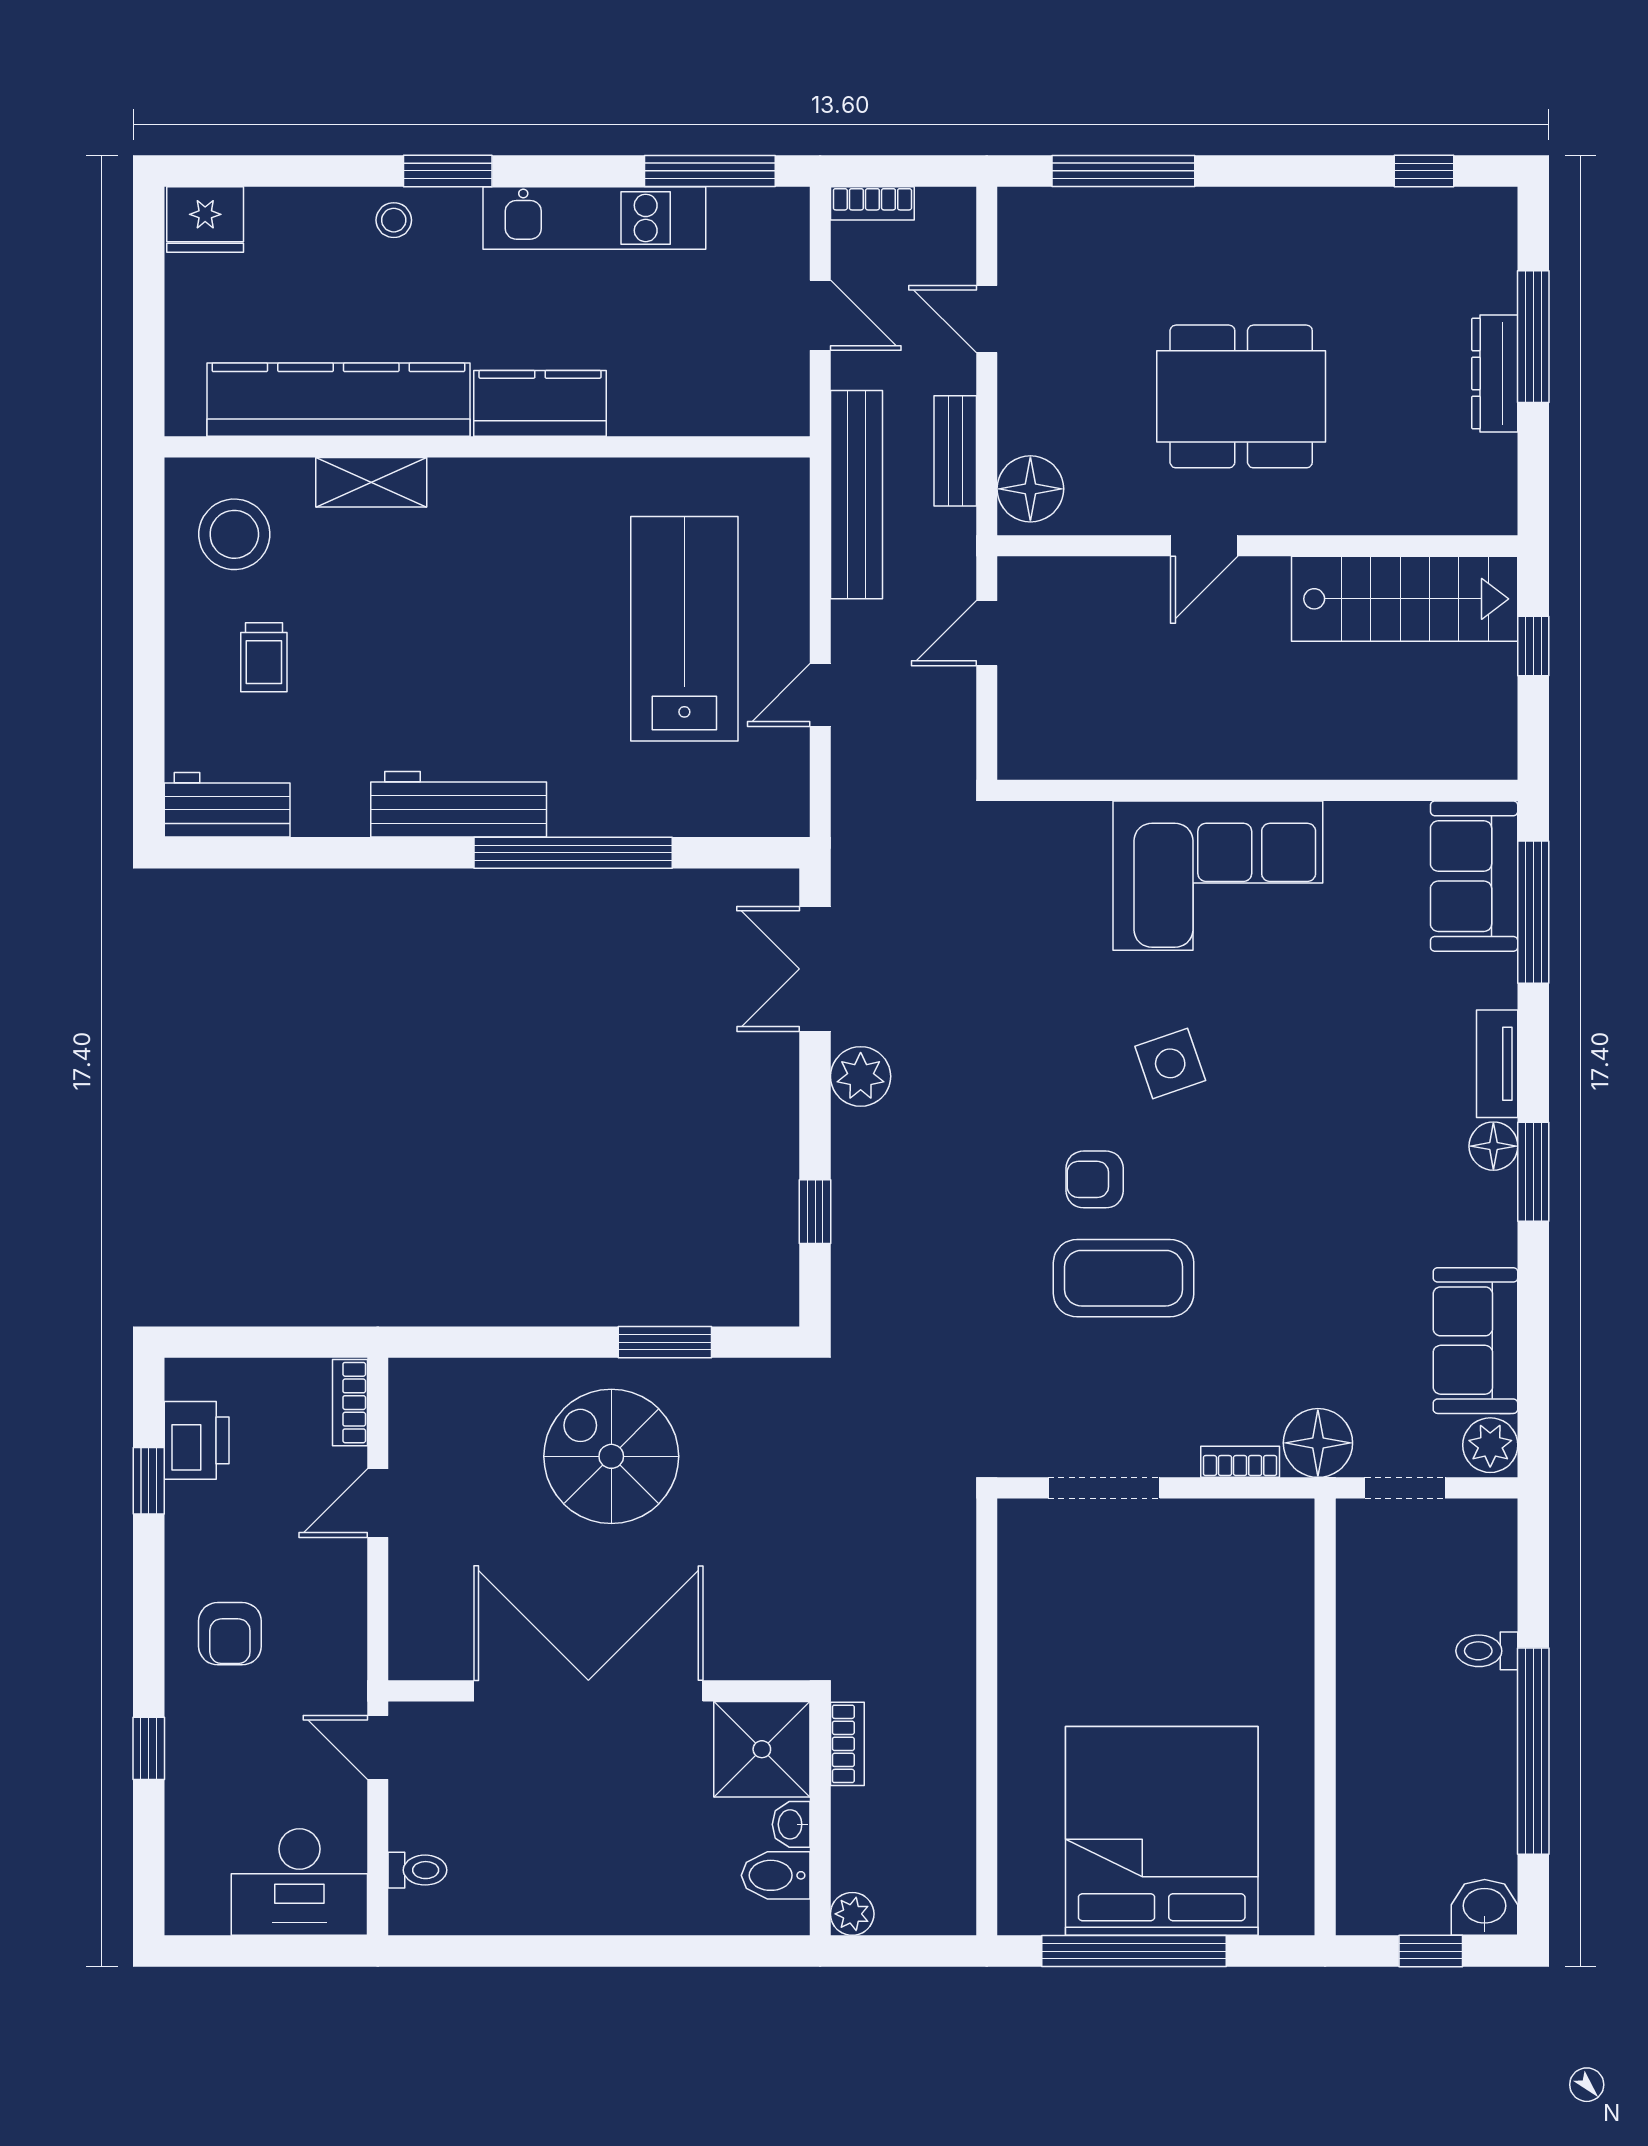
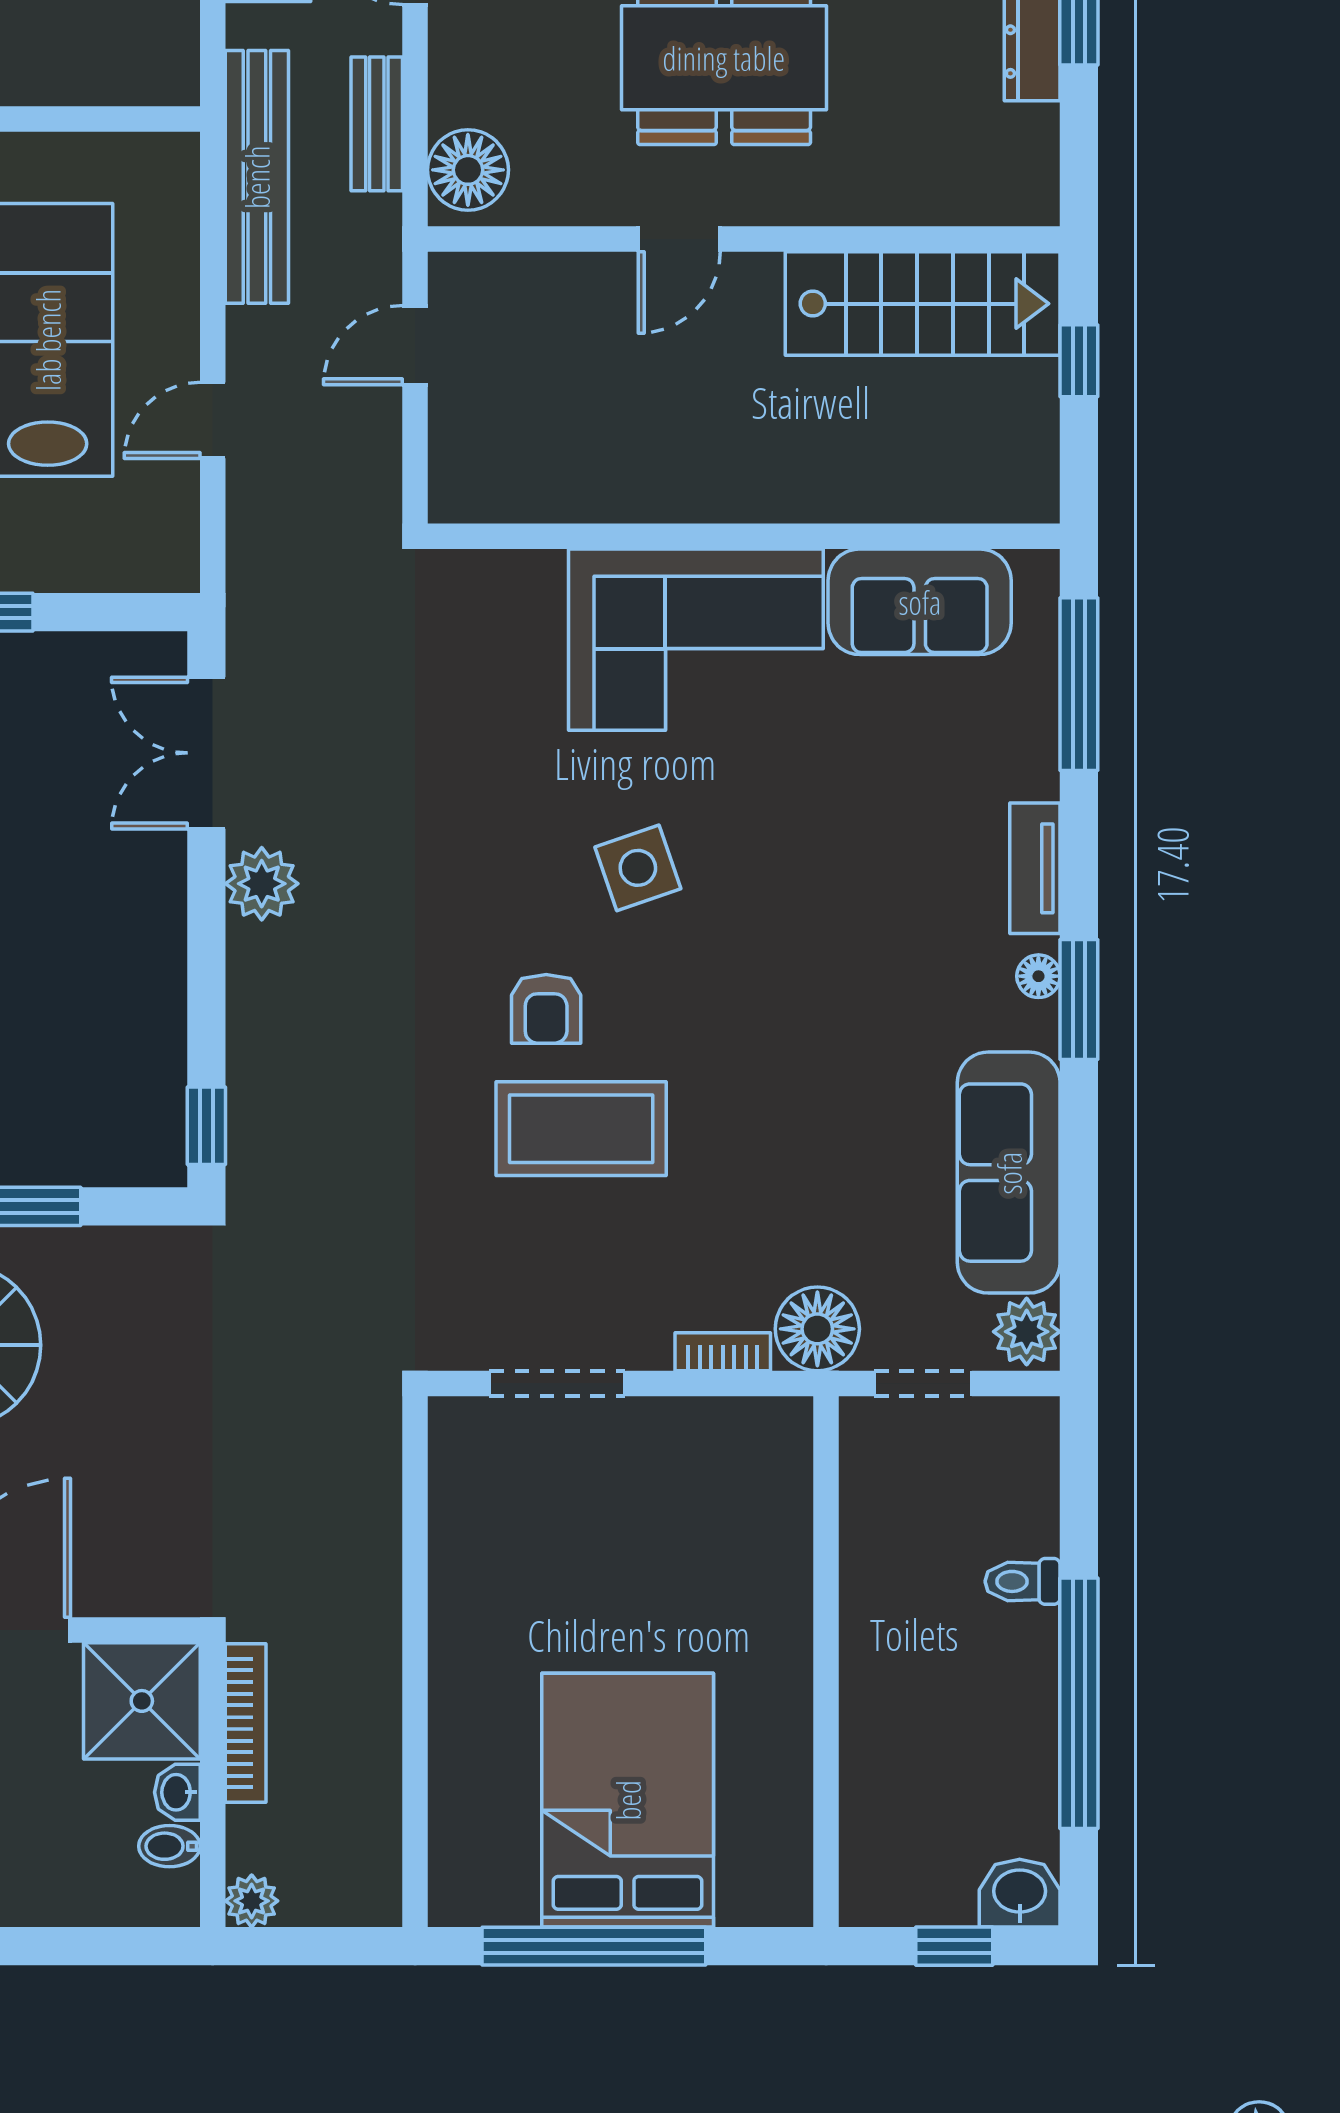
sofa: (1474, 876) -> (920, 602), moved, turned -90
floor lamp: (1493, 1146) -> (1038, 976), width x0.73, depth x0.73
armchair: (1095, 1179) -> (546, 1009), turned -90
window: (815, 1212) -> (206, 1126), moved
sofa: (1475, 1341) -> (1009, 1173), width x1.36
bookcase: (847, 1744) -> (246, 1723), width x1.56
bed: (1162, 1831) -> (628, 1800), width x0.73
bidet: (776, 1875) -> (169, 1846), width x0.72, depth x0.74

